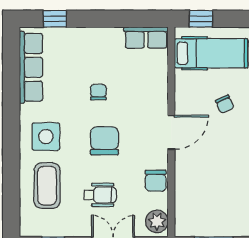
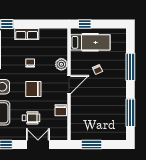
row of seats: (146, 38) -> (27, 34), moved
chair: (104, 141) -> (33, 89), turned -90
plant: (157, 221) -> (61, 64), moved

